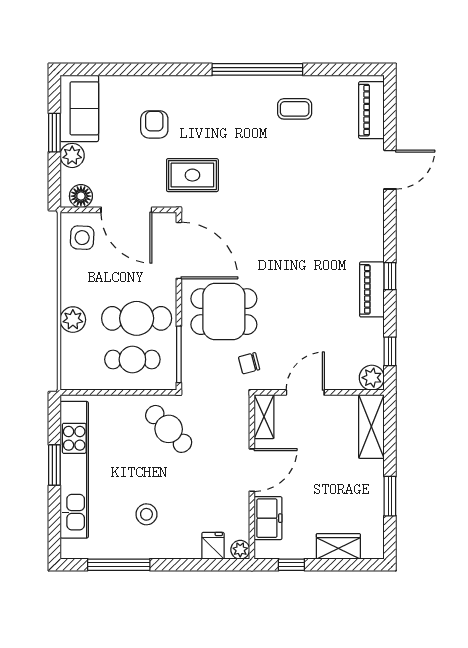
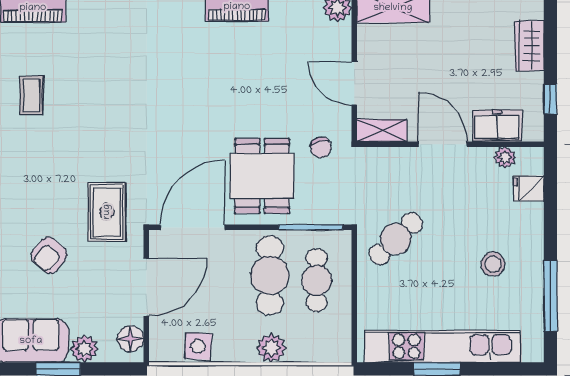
armchair: (154, 124) -> (49, 255), turned -50
side table: (82, 238) -> (198, 346), moved
plant: (240, 550) -> (505, 157), moved

